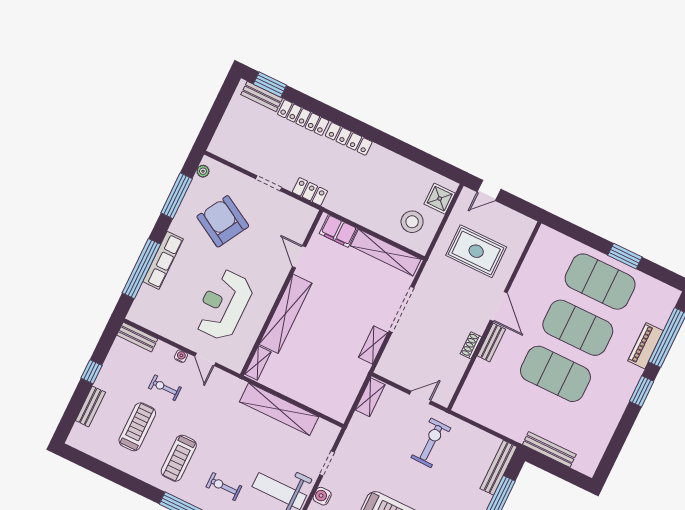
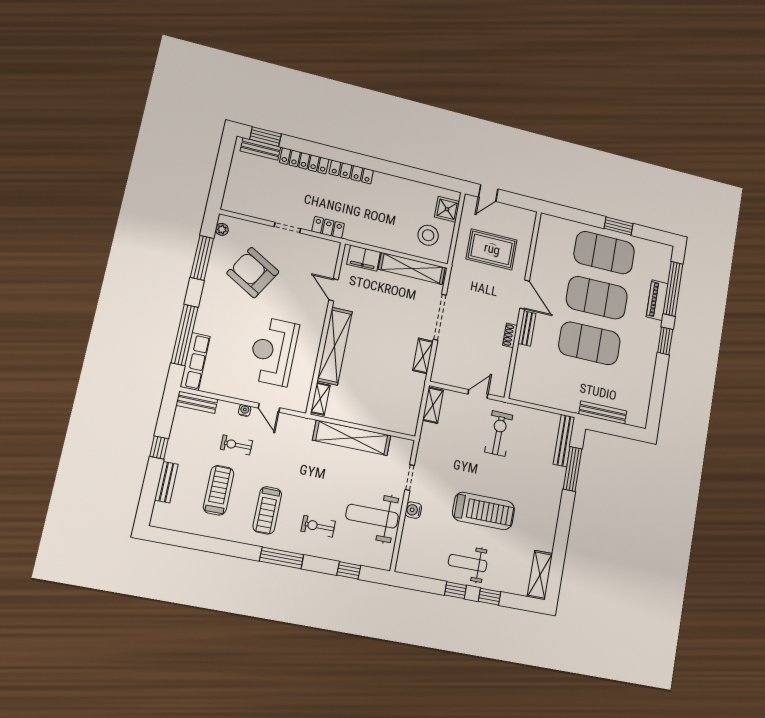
row of seats: (163, 260) -> (195, 362), moved

